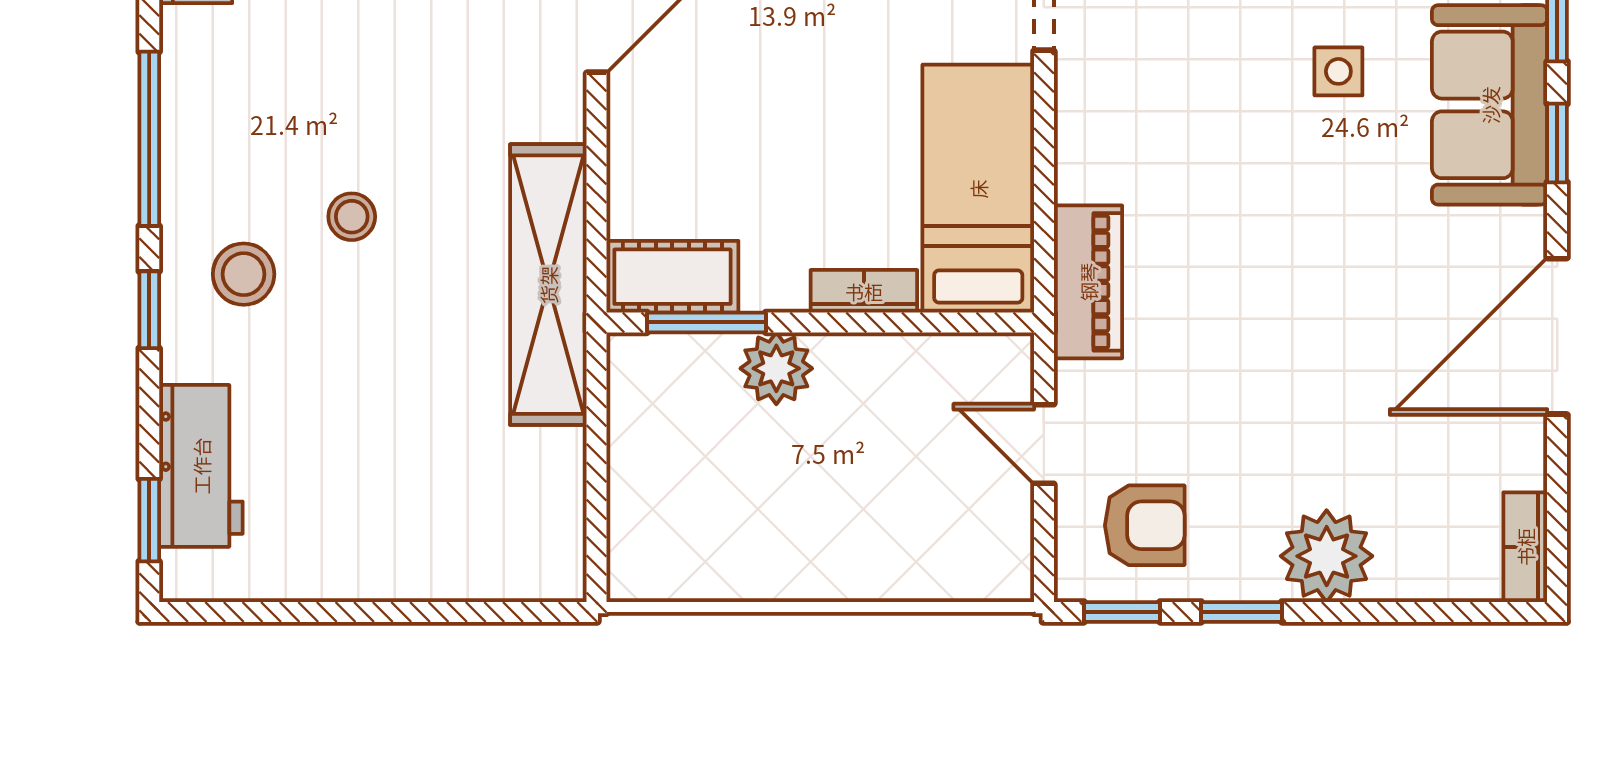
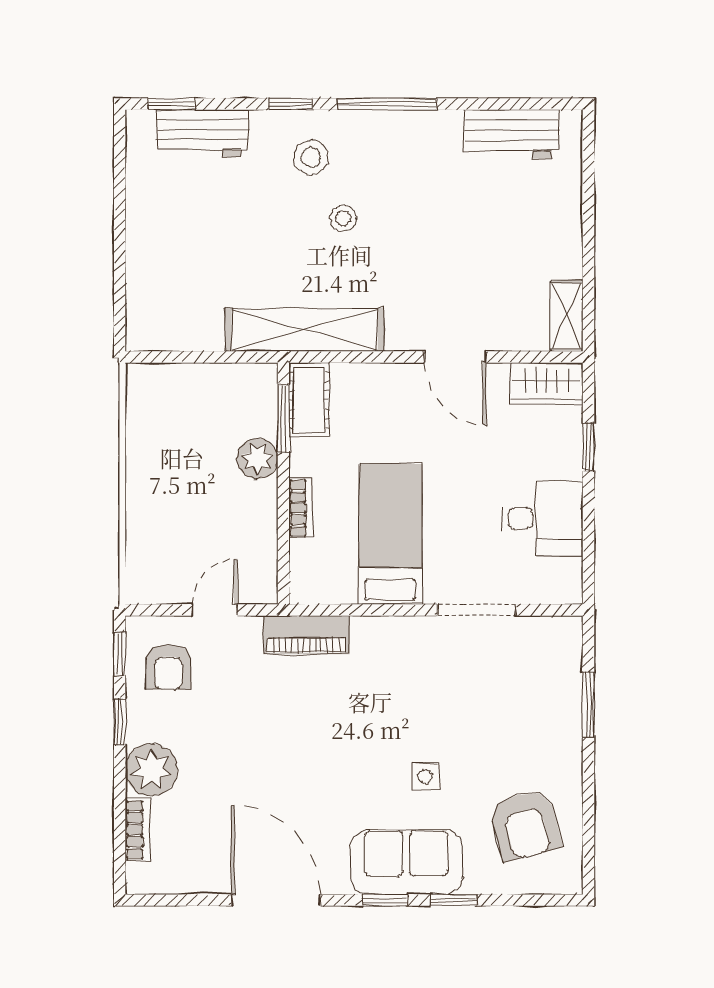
bed: (978, 189) -> (390, 534), moved, turned -90
bookcase: (1525, 547) -> (138, 830), moved, turned 90

